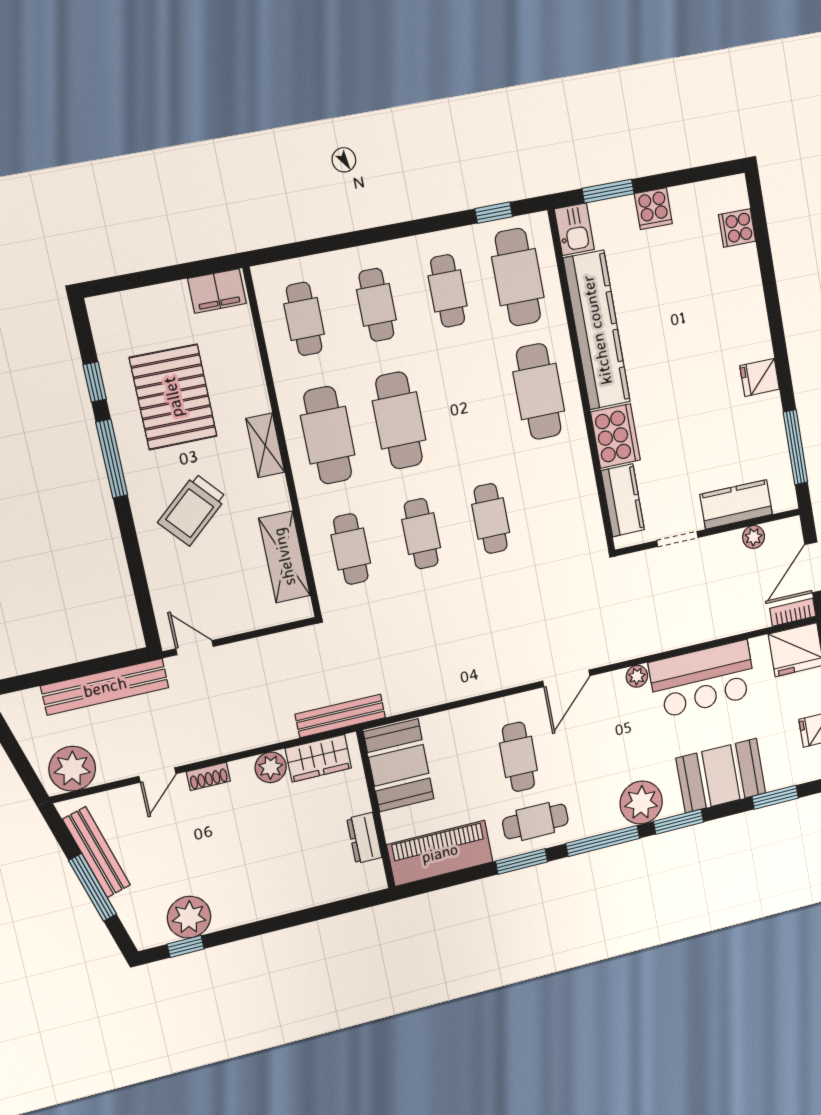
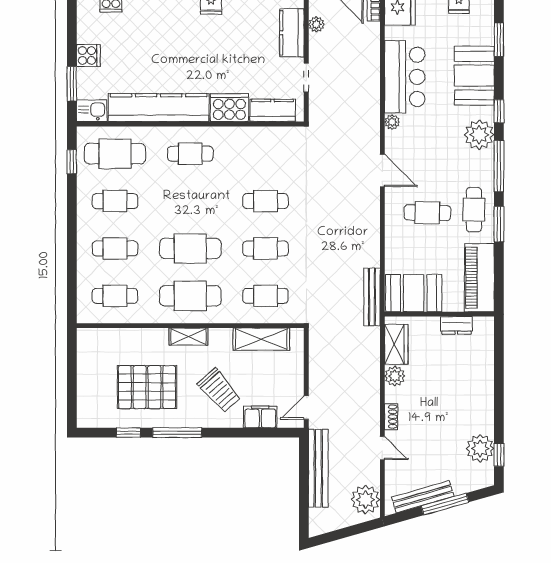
filing cabinet: (217, 291) -> (260, 417), moved, turned -90
cafe table: (539, 392) -> (190, 154), width x0.73, depth x0.74
bench: (340, 716) -> (372, 297), moved
window: (678, 822) -> (499, 111), width x0.67

